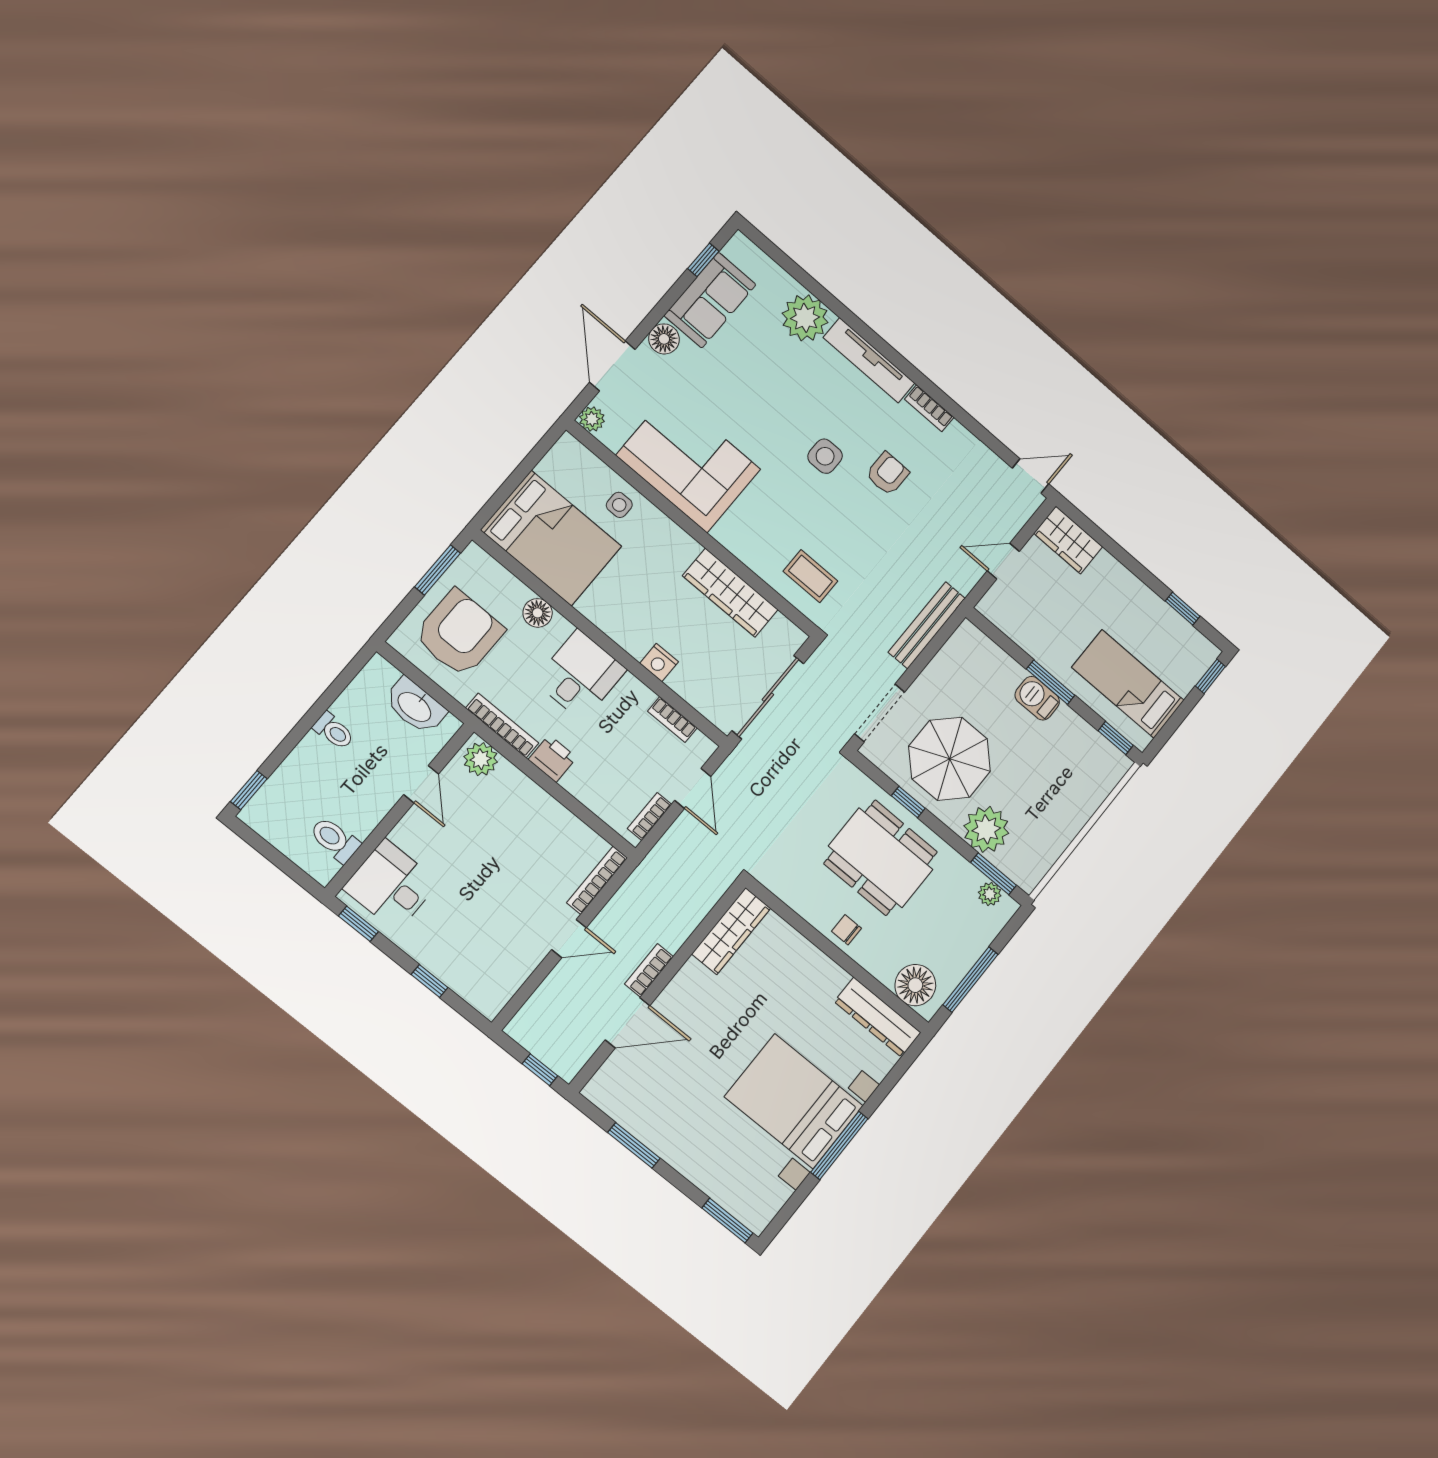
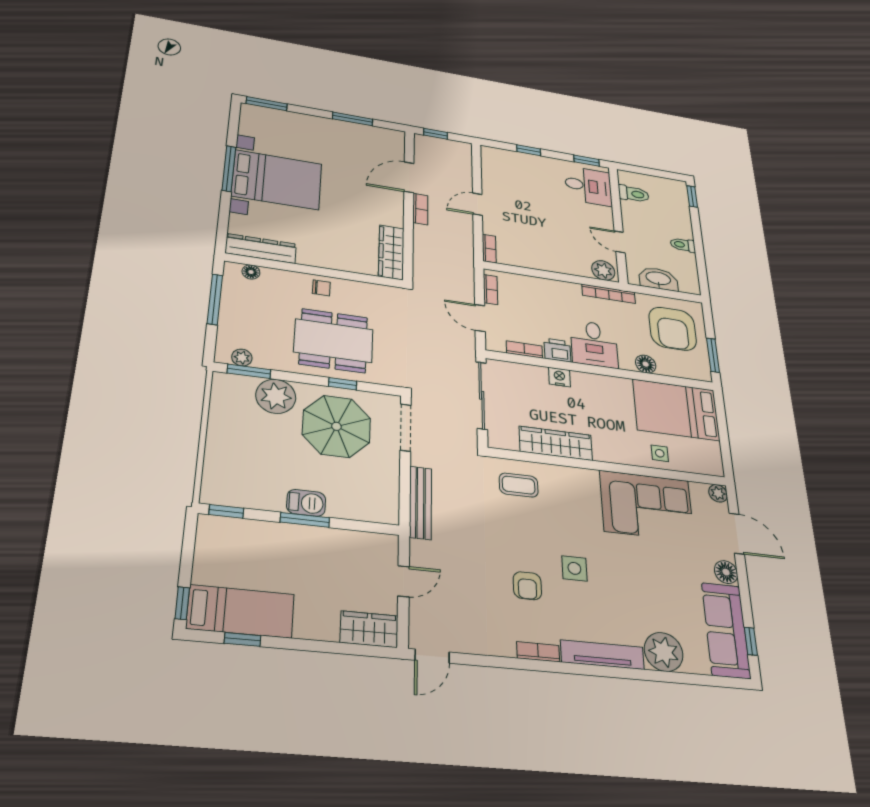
sofa: (710, 300) -> (726, 630), width x1.36
bed: (1128, 684) -> (241, 611), moved
printer: (553, 759) -> (557, 350), moved, turned 180
bookcase: (597, 880) -> (489, 249), width x0.64
floor lamp: (915, 985) -> (251, 272), width x0.53, depth x0.53

